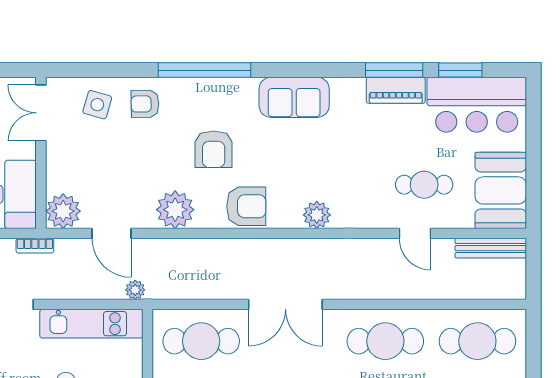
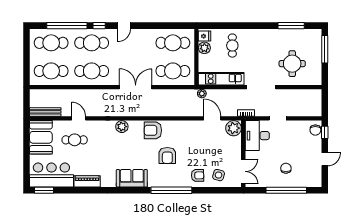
window: (394, 70) -> (88, 190), removed
window: (460, 70) -> (44, 190), moved
armchair: (214, 149) -> (167, 155), turned 180
plant: (175, 210) -> (184, 129), removed

